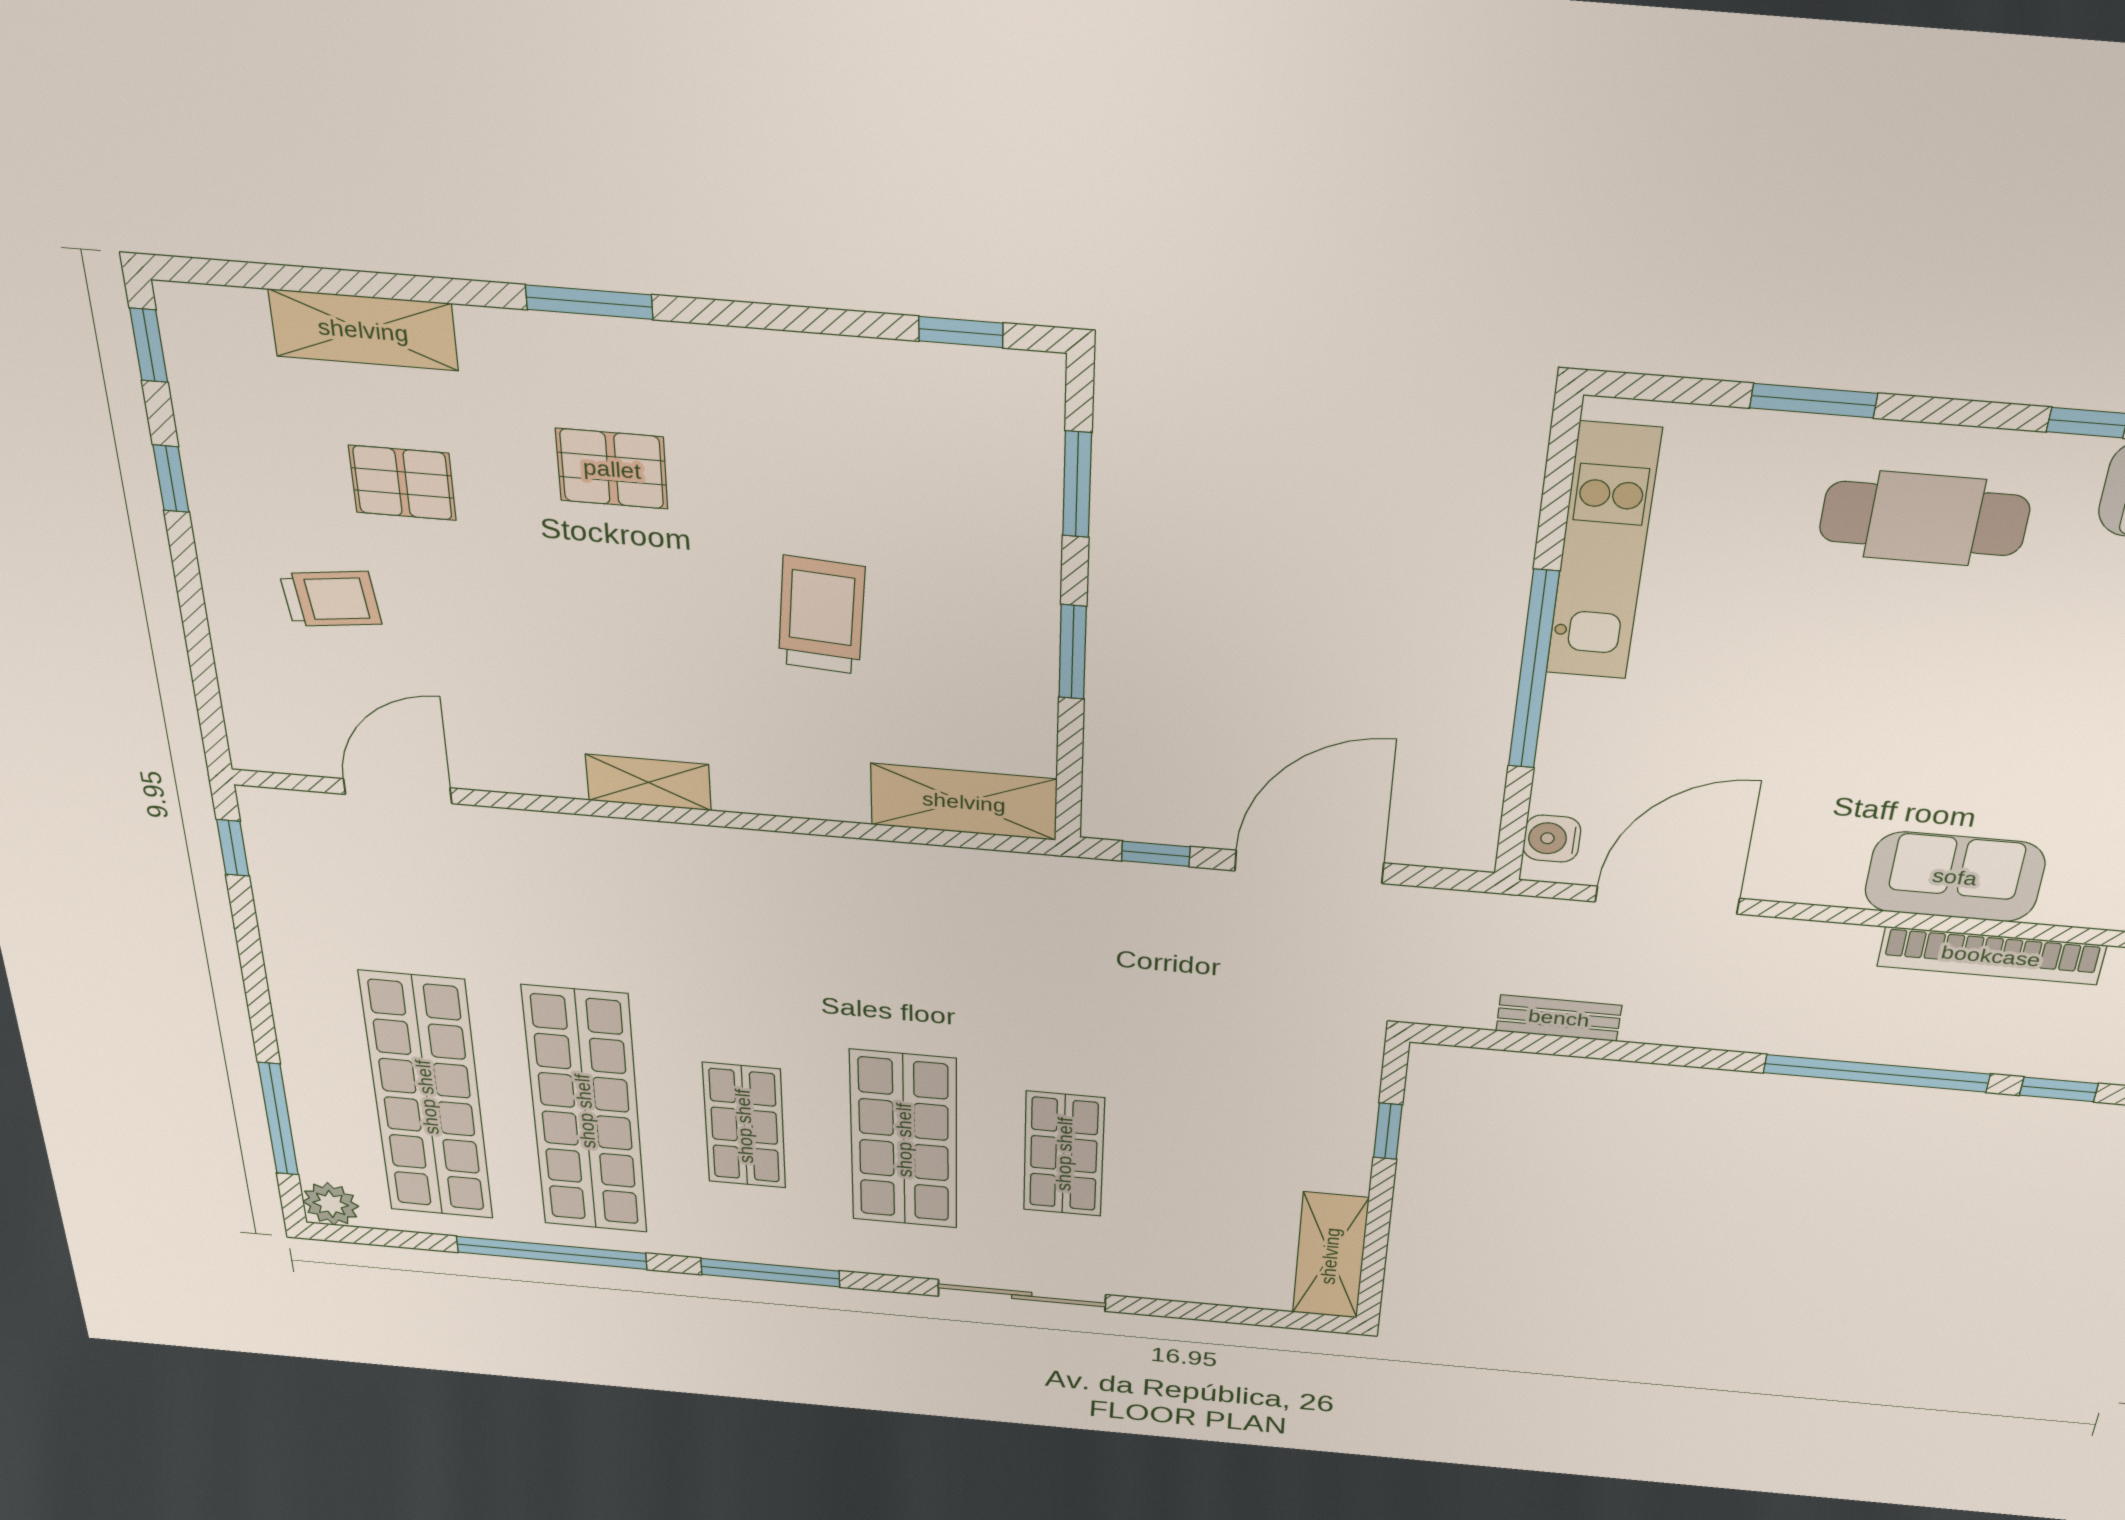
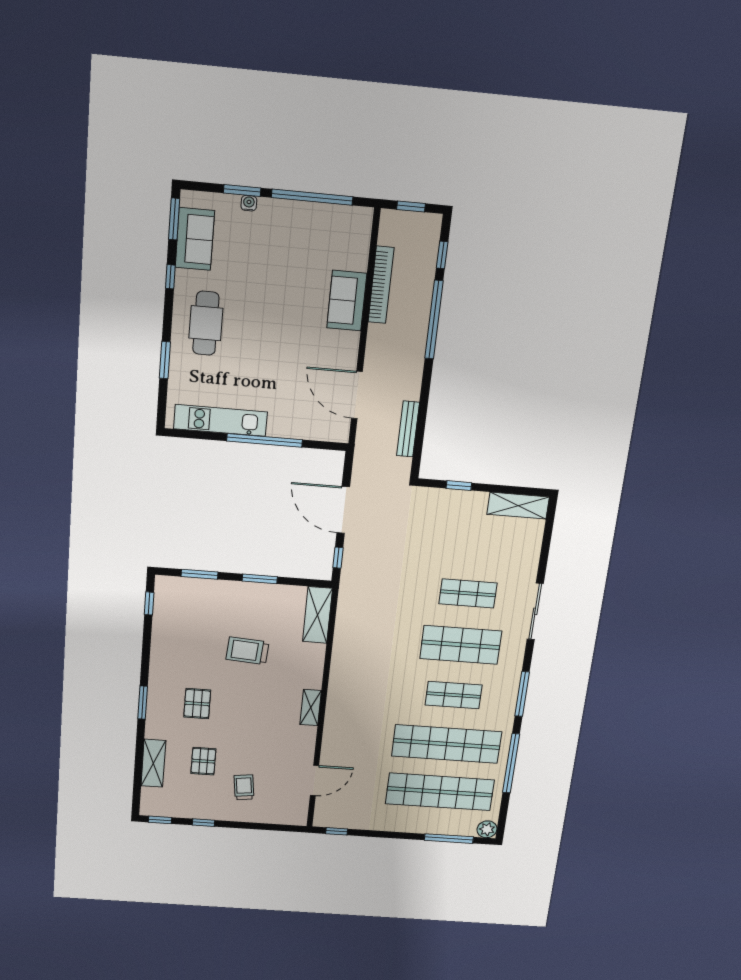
door: (398, 791) -> (314, 780), swing flipped
water cooler: (1552, 839) -> (331, 433), removed
bench: (1559, 1018) -> (408, 429), width x1.36

